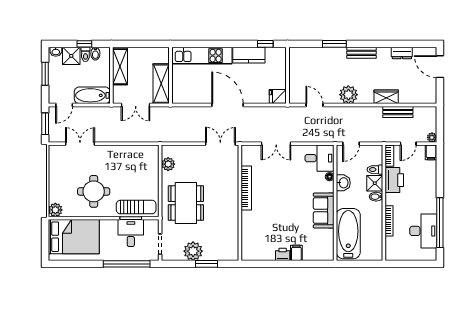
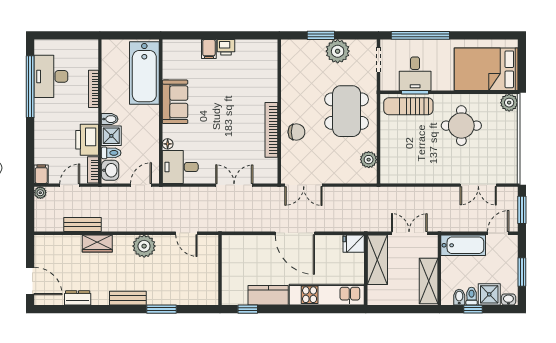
fridge: (278, 96) -> (354, 244), moved, turned 180
washbasin: (343, 183) -> (110, 170), moved, turned 180
chair: (226, 186) -> (296, 132), added

